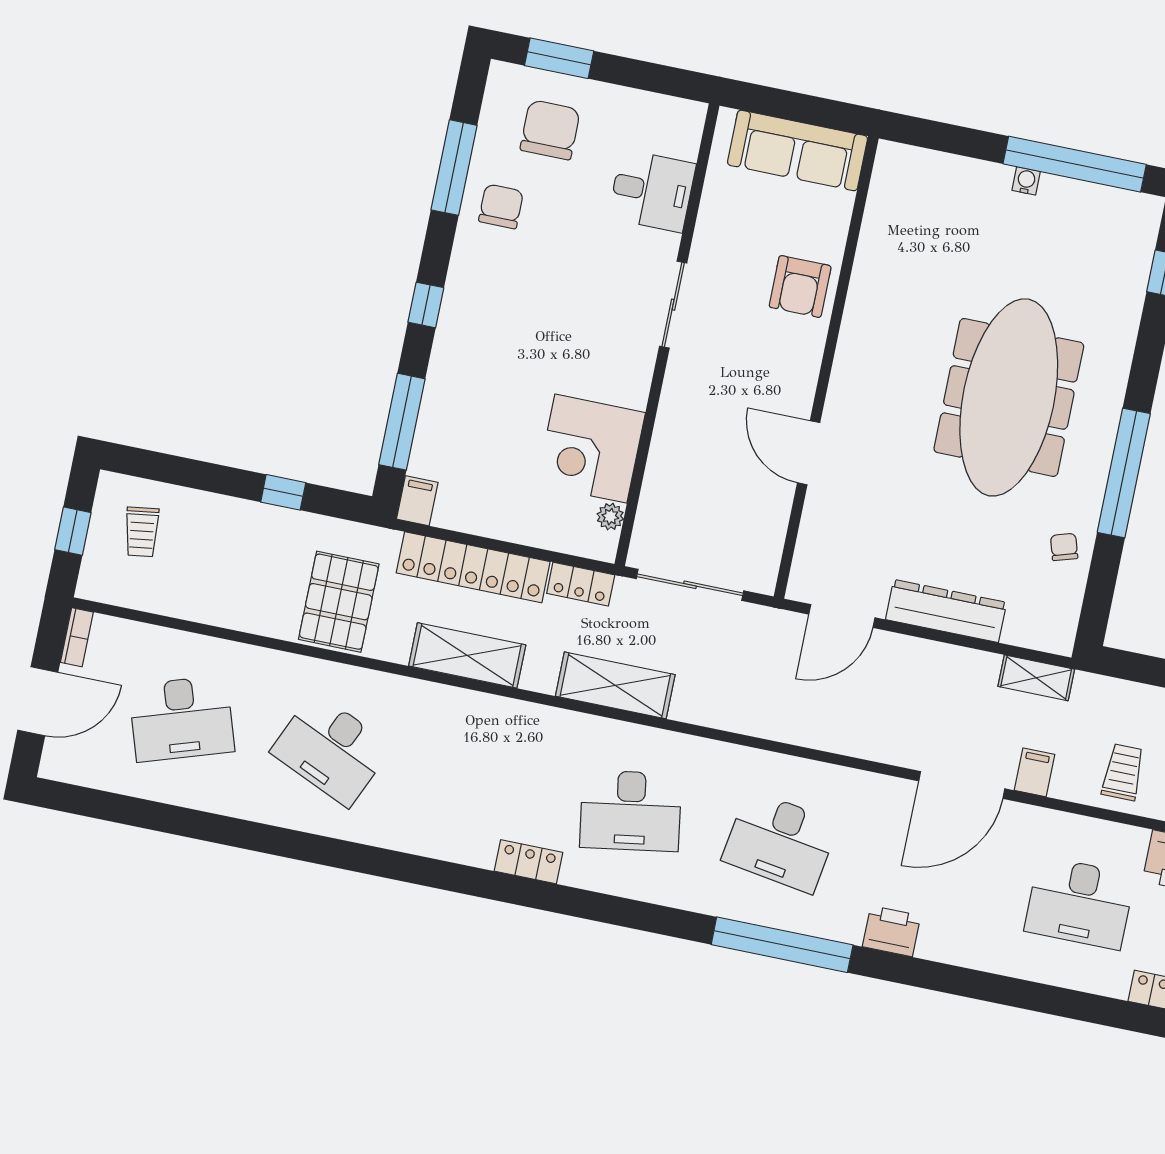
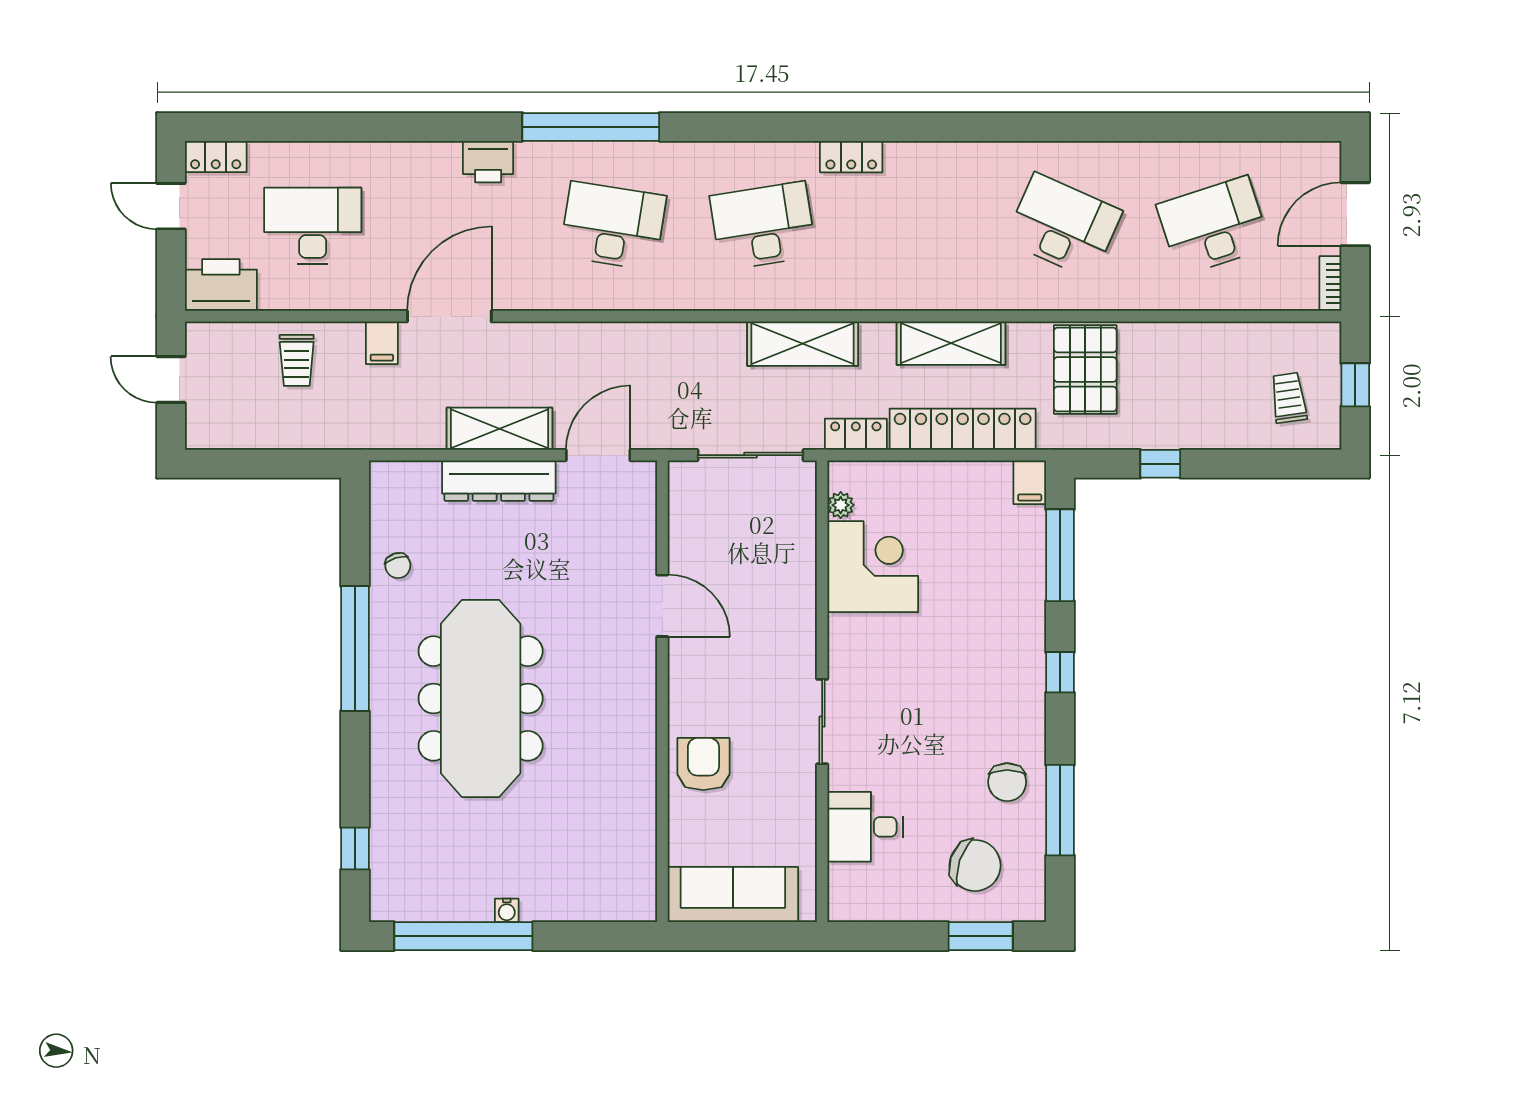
chair: (550, 130) -> (975, 865), turned -71
shelving: (1036, 678) -> (500, 429), moved, width x1.50, depth x1.33

